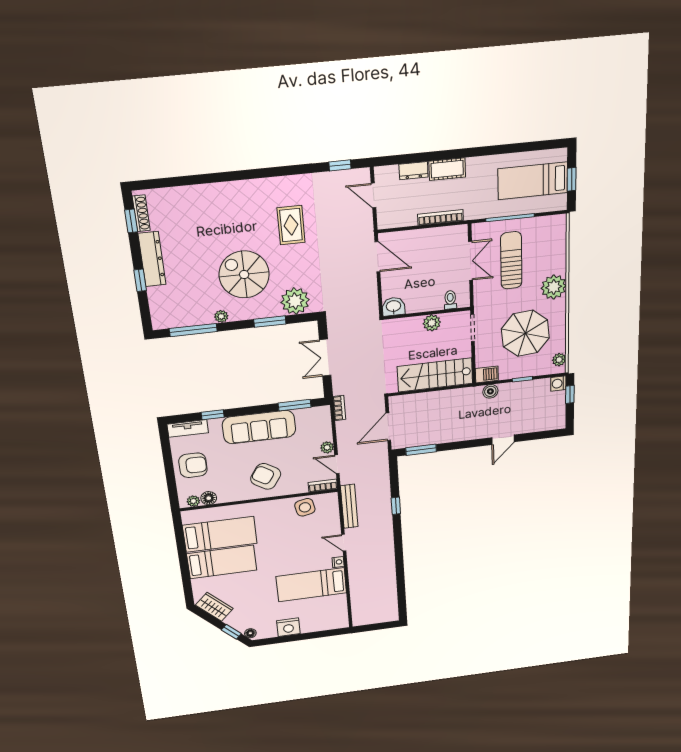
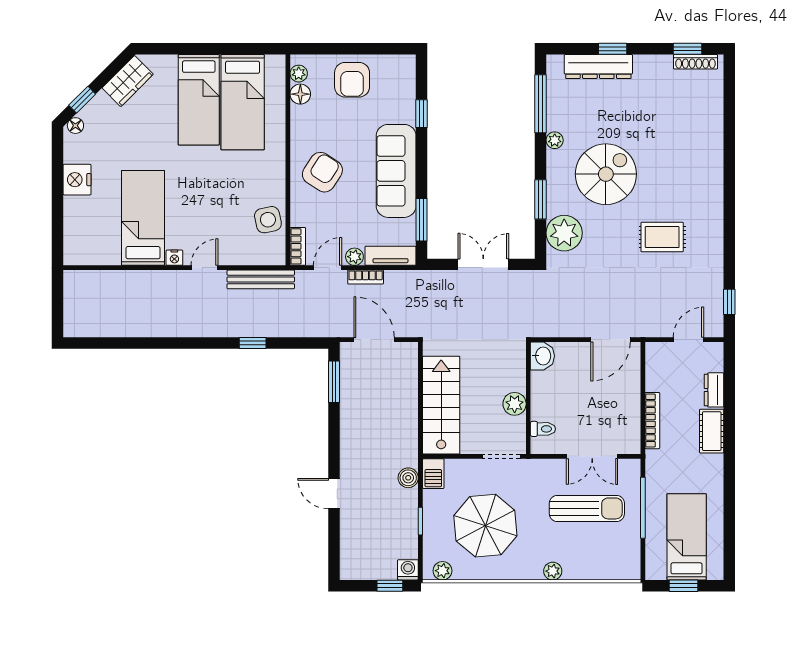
dresser: (152, 259) -> (598, 66), moved
plant: (554, 287) -> (553, 571), width x0.53, depth x0.53
bookcase: (339, 408) -> (366, 277), moved
tv unit: (188, 428) -> (390, 256), moved, turned 90

